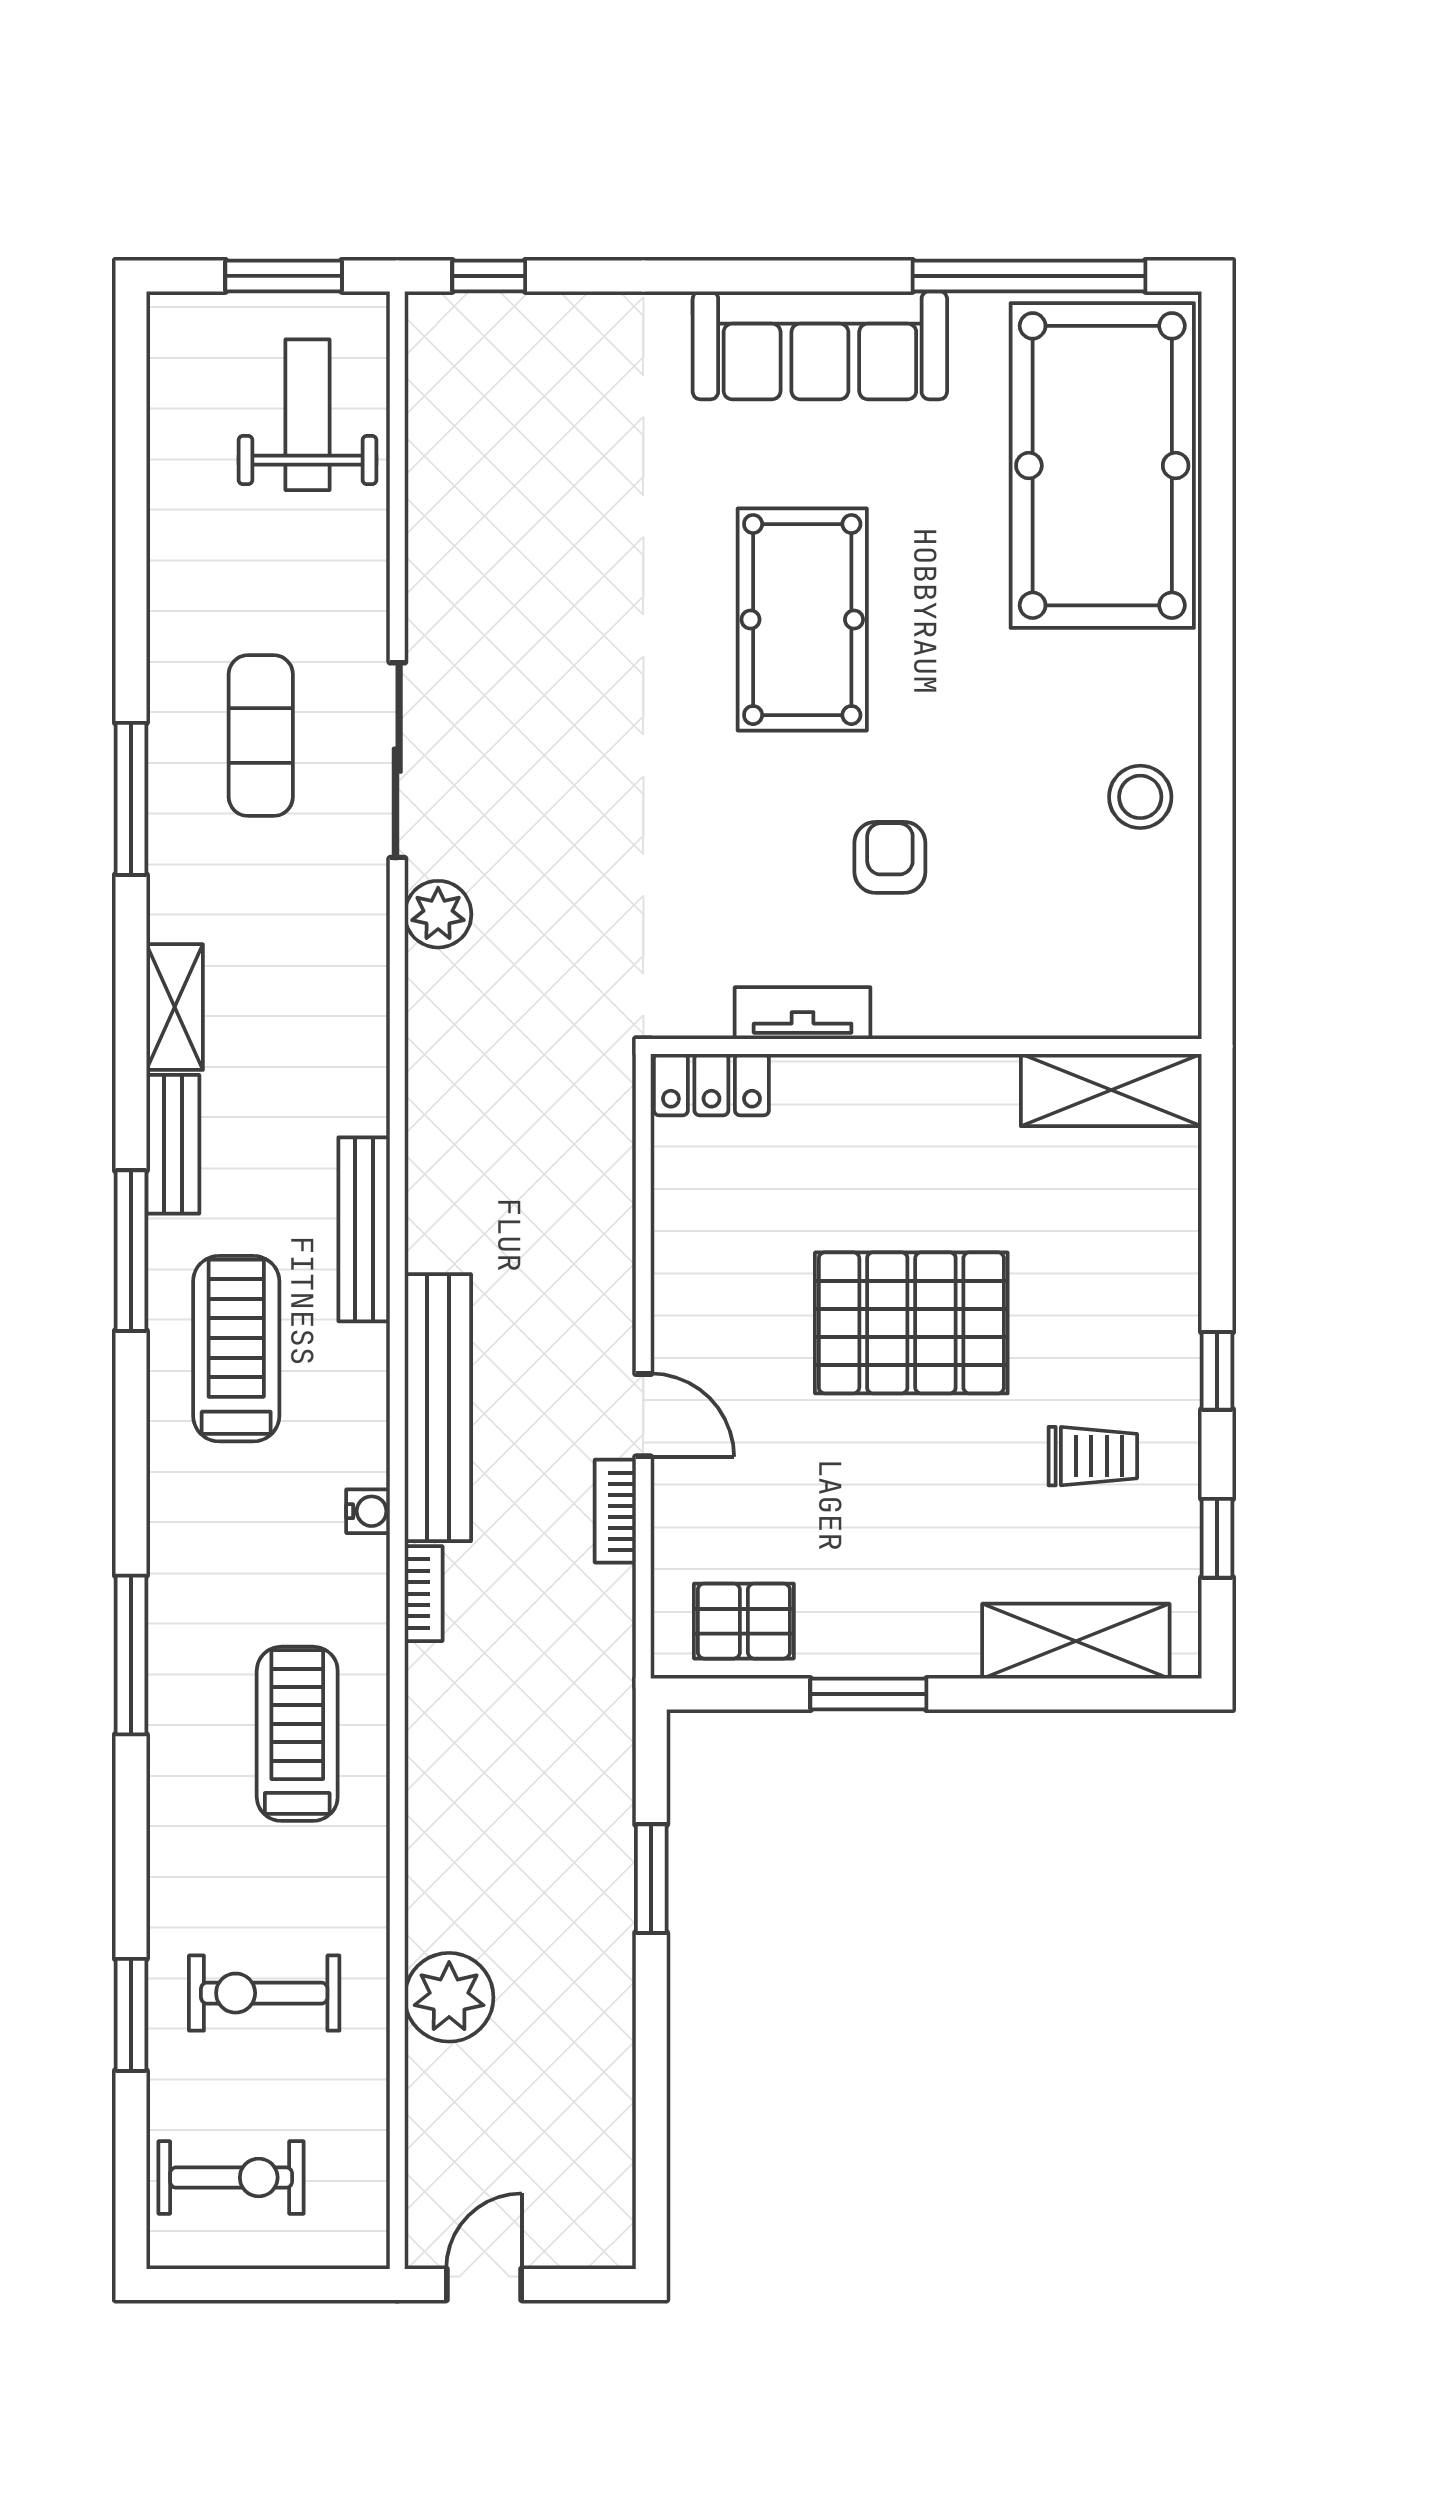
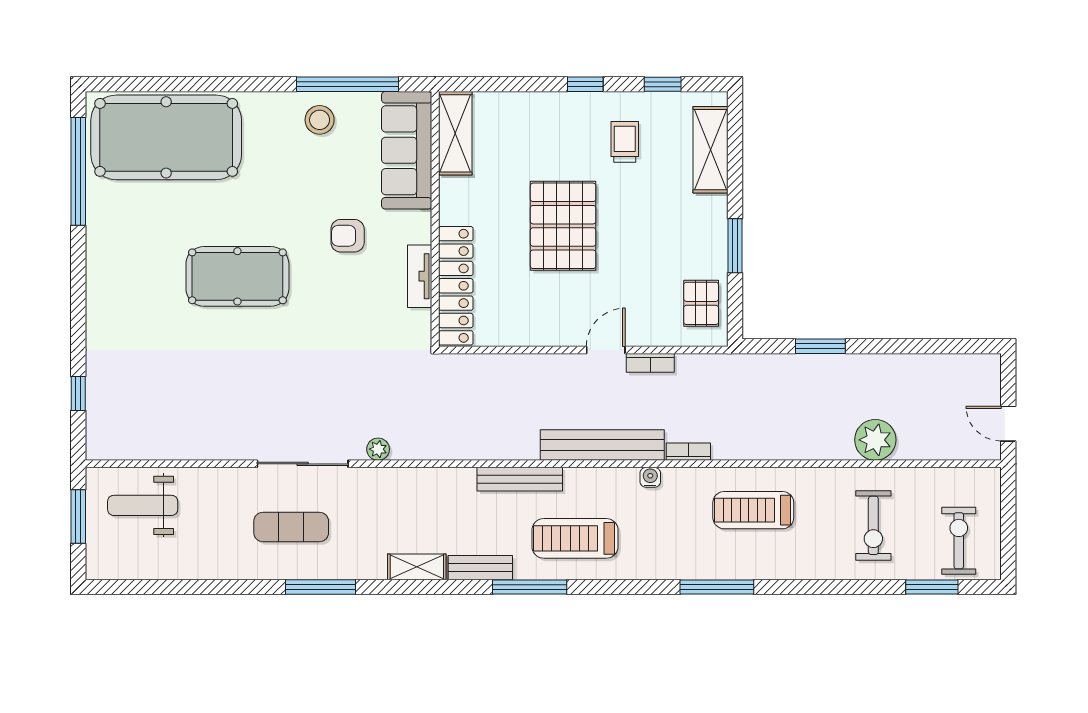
window: (489, 276) -> (78, 394), moved
sofa: (820, 345) -> (407, 150), moved, turned 180
window: (1217, 857) -> (348, 84), added
plant: (438, 914) -> (378, 449), width x0.73, depth x0.73
locker: (711, 1085) -> (456, 286), width x2.16, depth x1.21
window: (131, 2015) -> (932, 587), moved

